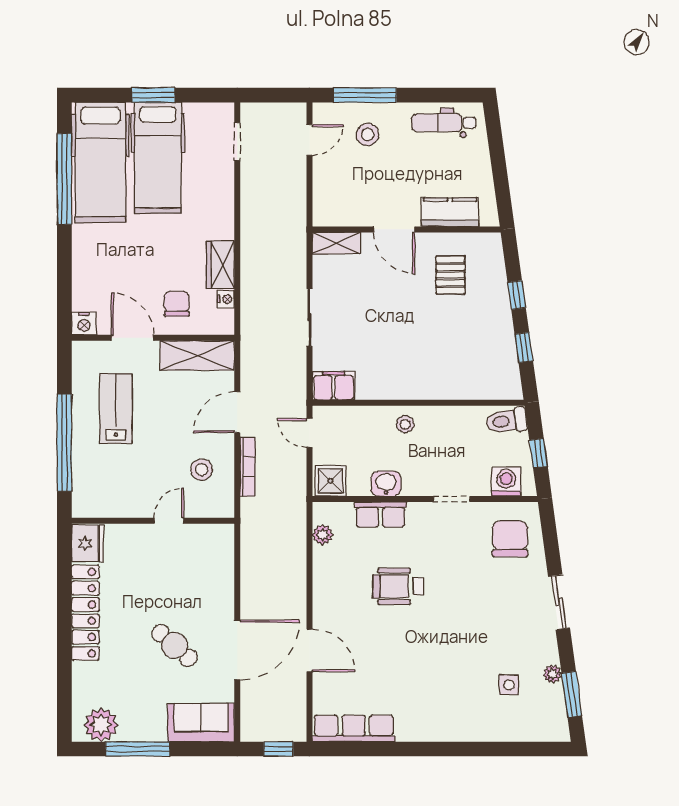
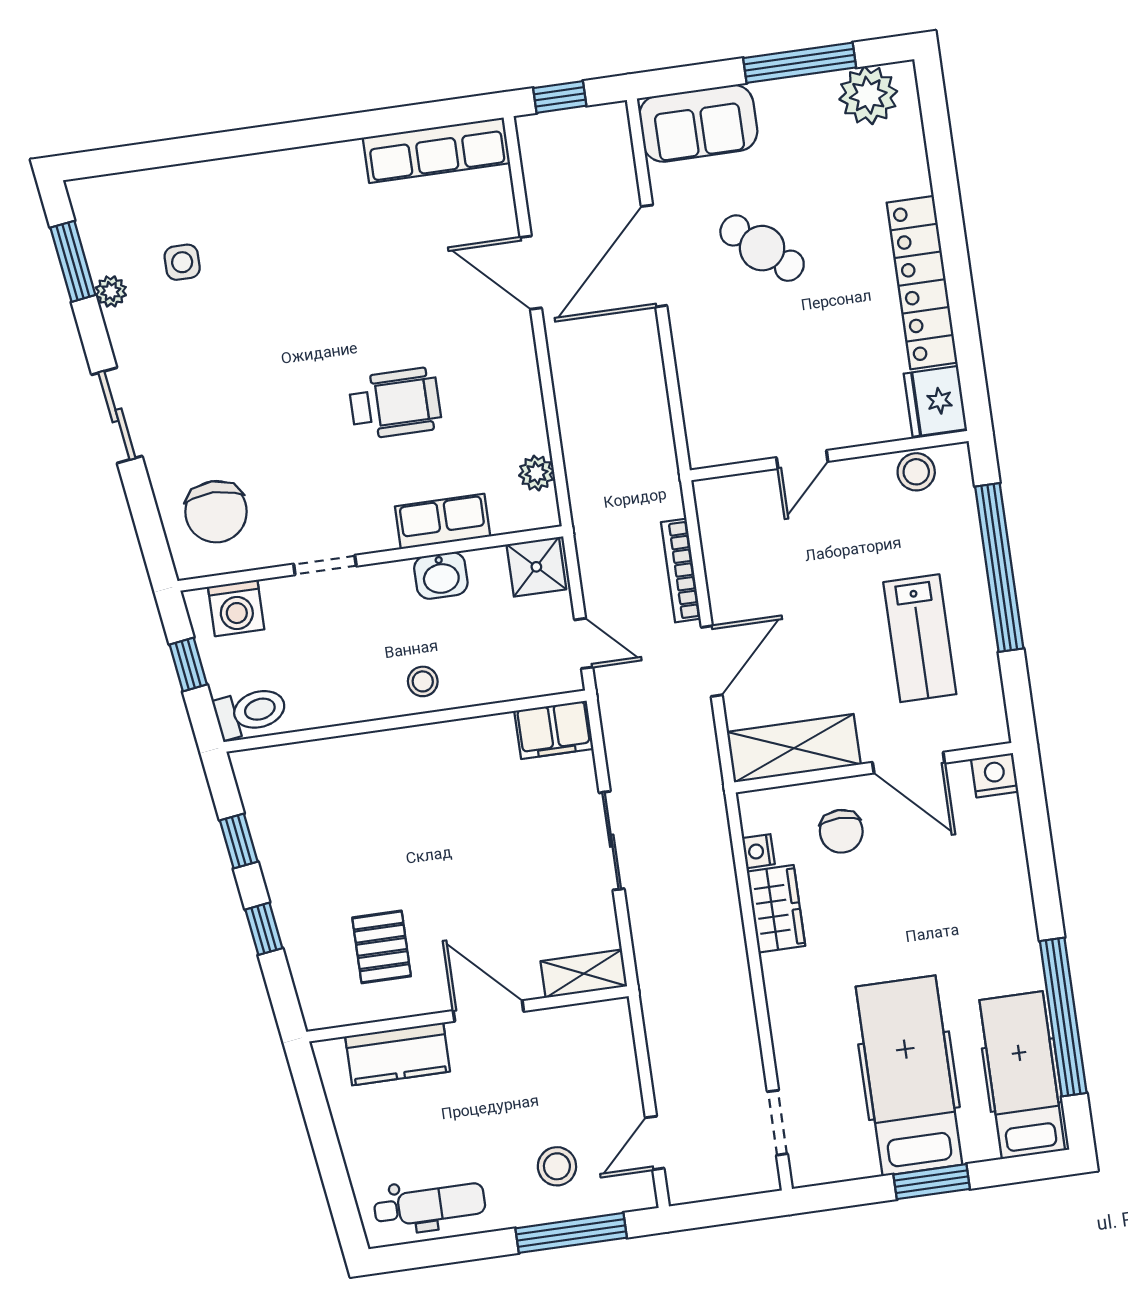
hospital bed: (100, 162) -> (1022, 1075), width x0.73, depth x0.78
stool: (202, 470) -> (916, 472), moved

